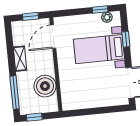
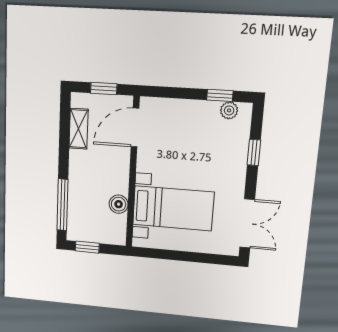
bed with nightstands: (99, 49) -> (173, 208), moved, turned 180
shelving: (20, 59) -> (79, 129), moved
boiler: (45, 86) -> (119, 204), width x0.54, depth x0.54

